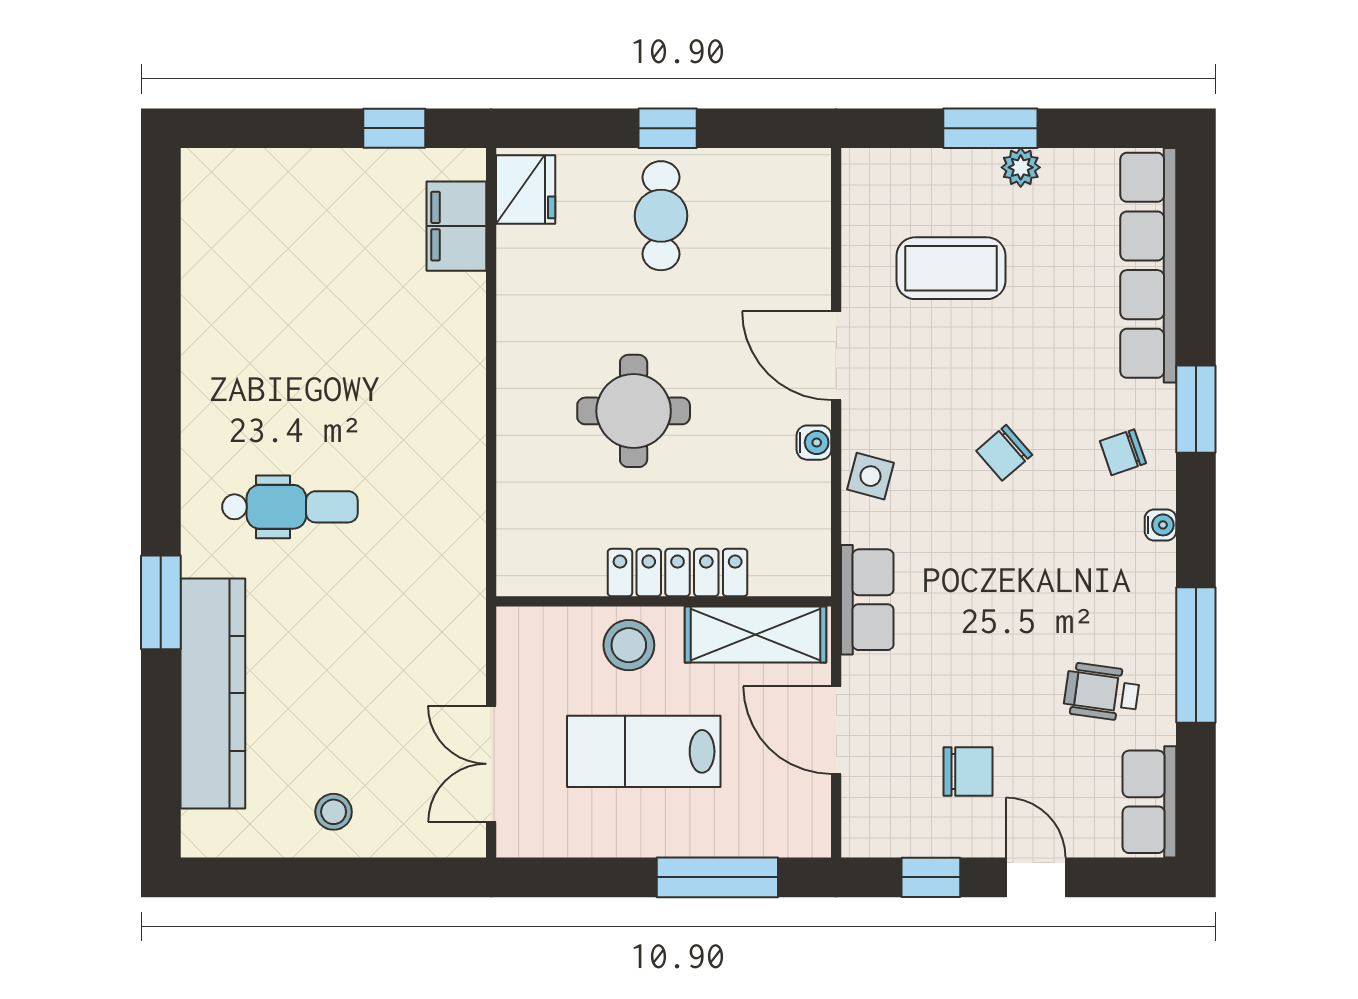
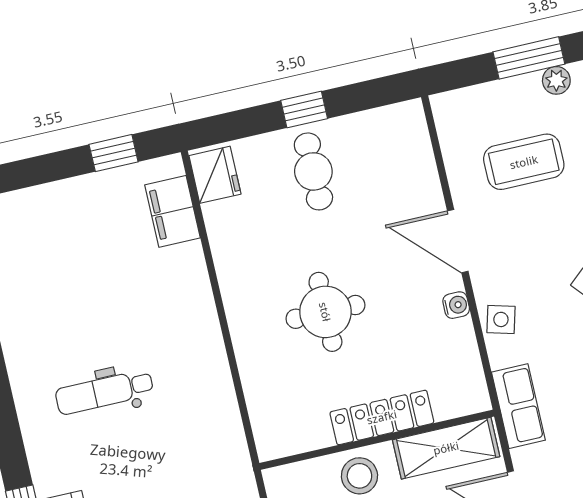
dental chair: (290, 507) -> (104, 392), moved, turned 180

